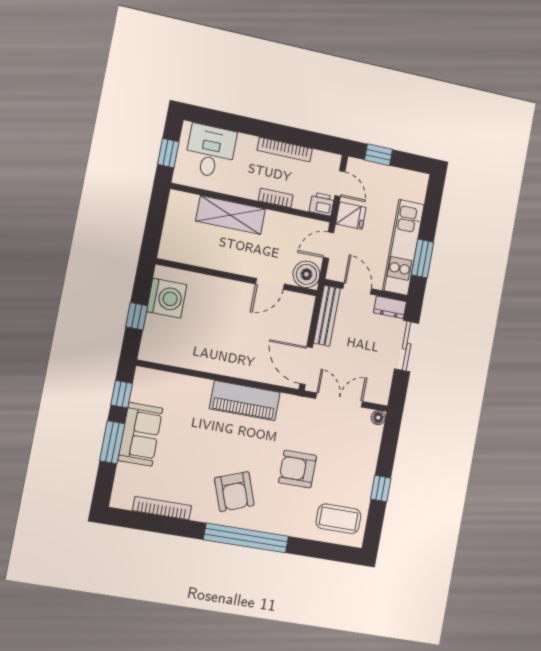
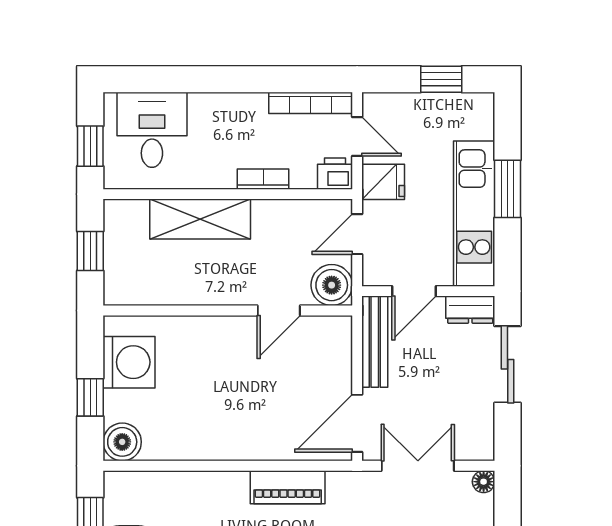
bookcase: (285, 150) -> (311, 103), moved
window: (379, 155) -> (441, 79), moved
window: (155, 221) -> (90, 251), added
window: (422, 258) -> (508, 189), moved
door: (357, 289) -> (414, 291), swing flipped
boiler: (152, 349) -> (122, 442), added
door: (306, 366) -> (357, 423), hinge flipped
piano: (245, 401) -> (288, 487), width x0.73, depth x0.75

